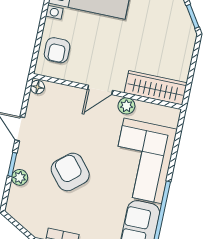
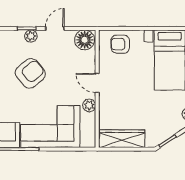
floor lamp: (37, 87) -> (85, 40), width x1.89, depth x1.89
wardrobe: (156, 88) -> (122, 139), moved, turned -90
plant: (20, 177) -> (31, 36), moved

